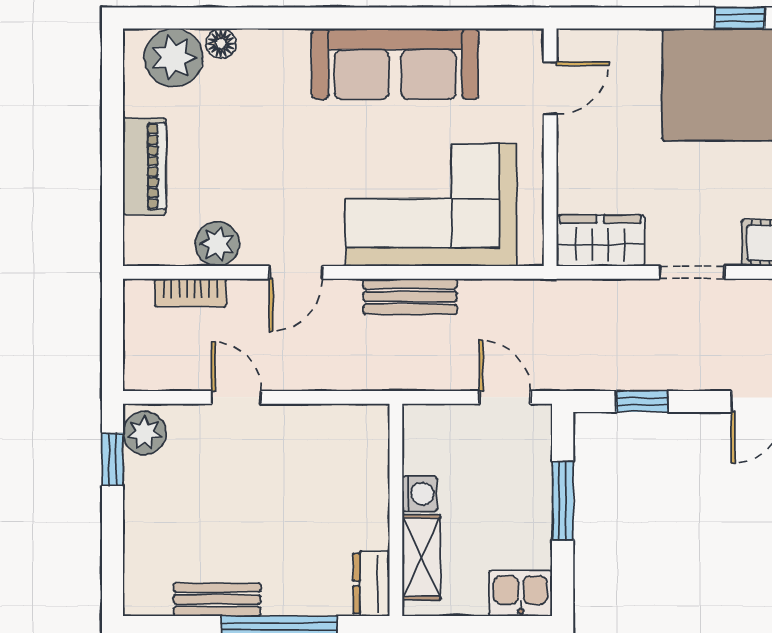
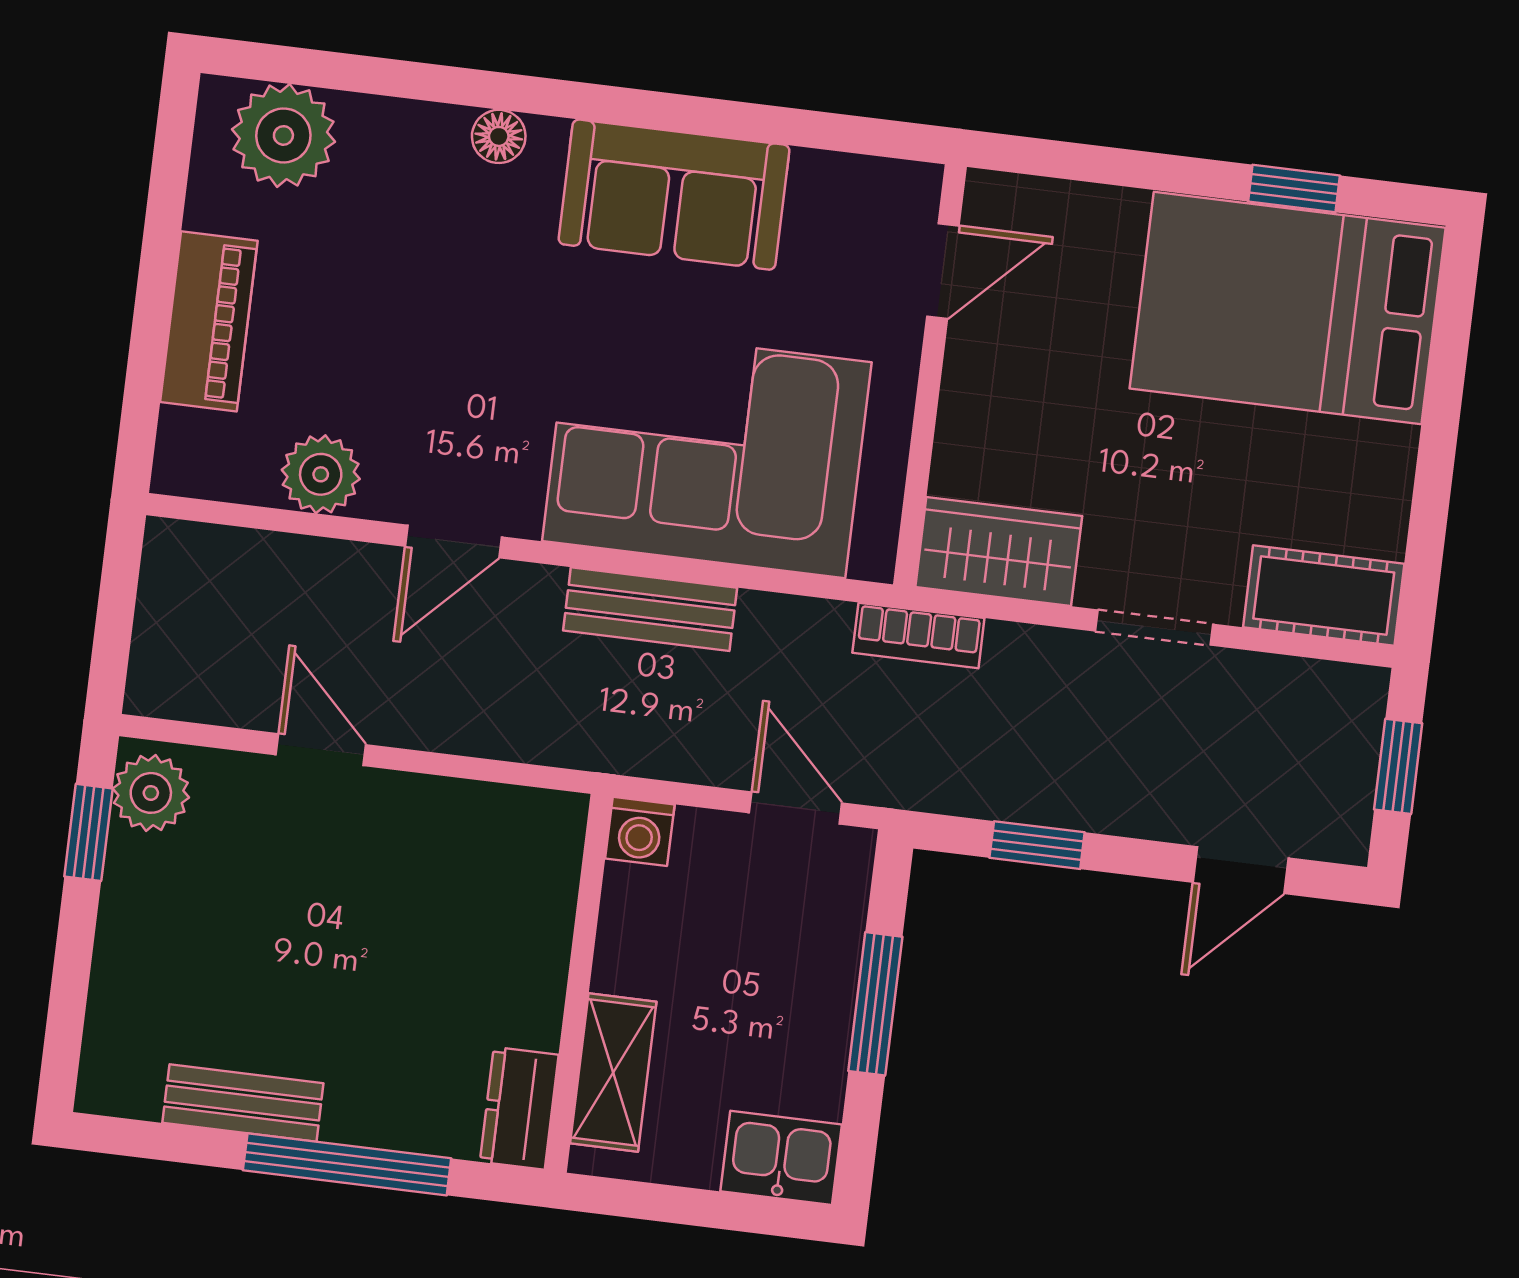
floor lamp: (221, 43) -> (499, 136), moved
sofa: (395, 64) -> (674, 195), width x0.73
bookcase: (191, 293) -> (918, 635), moved
washing machine: (420, 494) -> (640, 831), moved, turned 90

